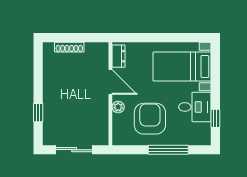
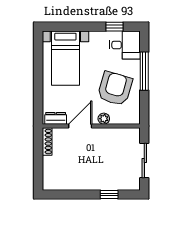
shoe rack: (69, 47) -> (47, 142), moved
desk: (195, 107) -> (125, 45), moved, turned 90
armchair: (150, 119) -> (115, 89), turned 106

